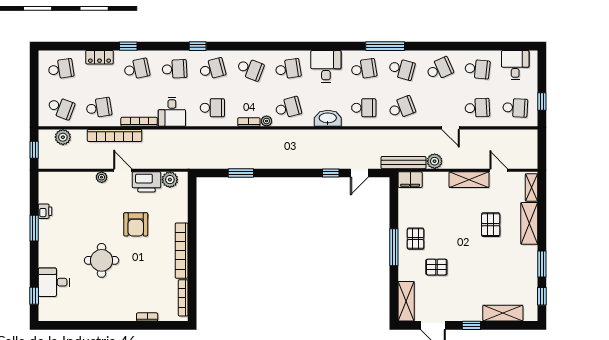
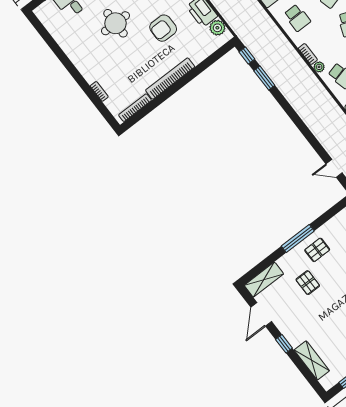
window: (331, 173) -> (247, 55), moved

